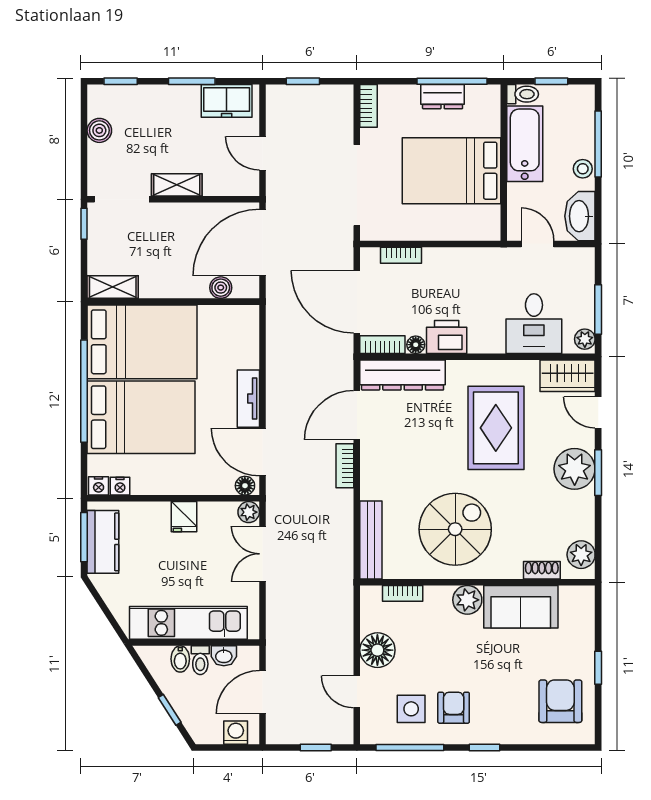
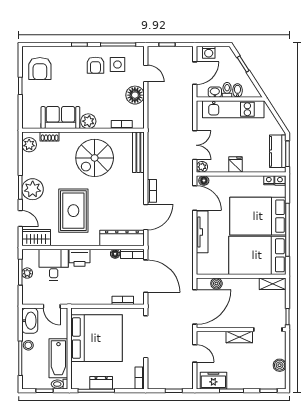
bed: (451, 171) -> (96, 338), width x1.36
printer: (447, 337) -> (80, 258), moved
plant: (585, 339) -> (27, 273), moved
tv unit: (248, 399) -> (202, 232), width x1.41

